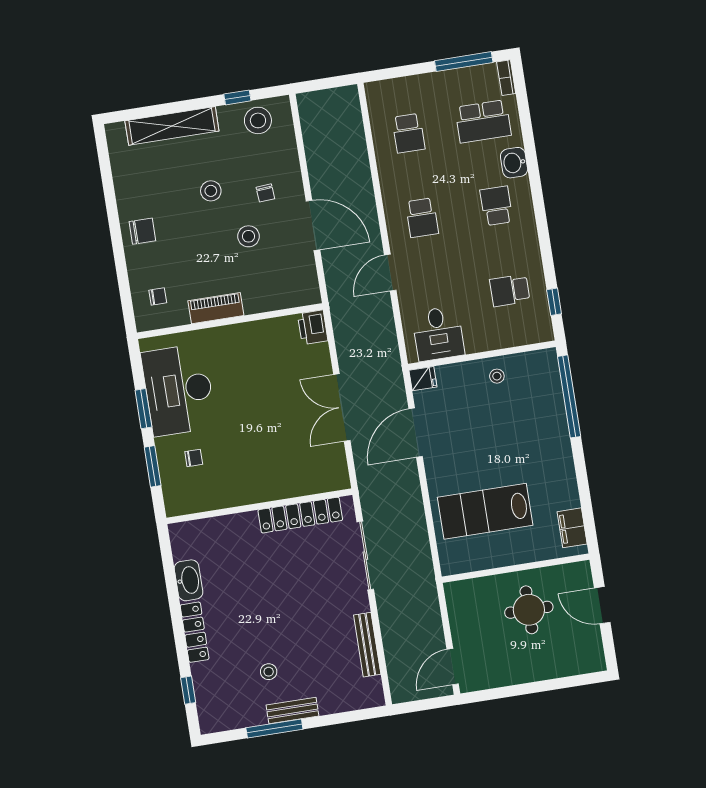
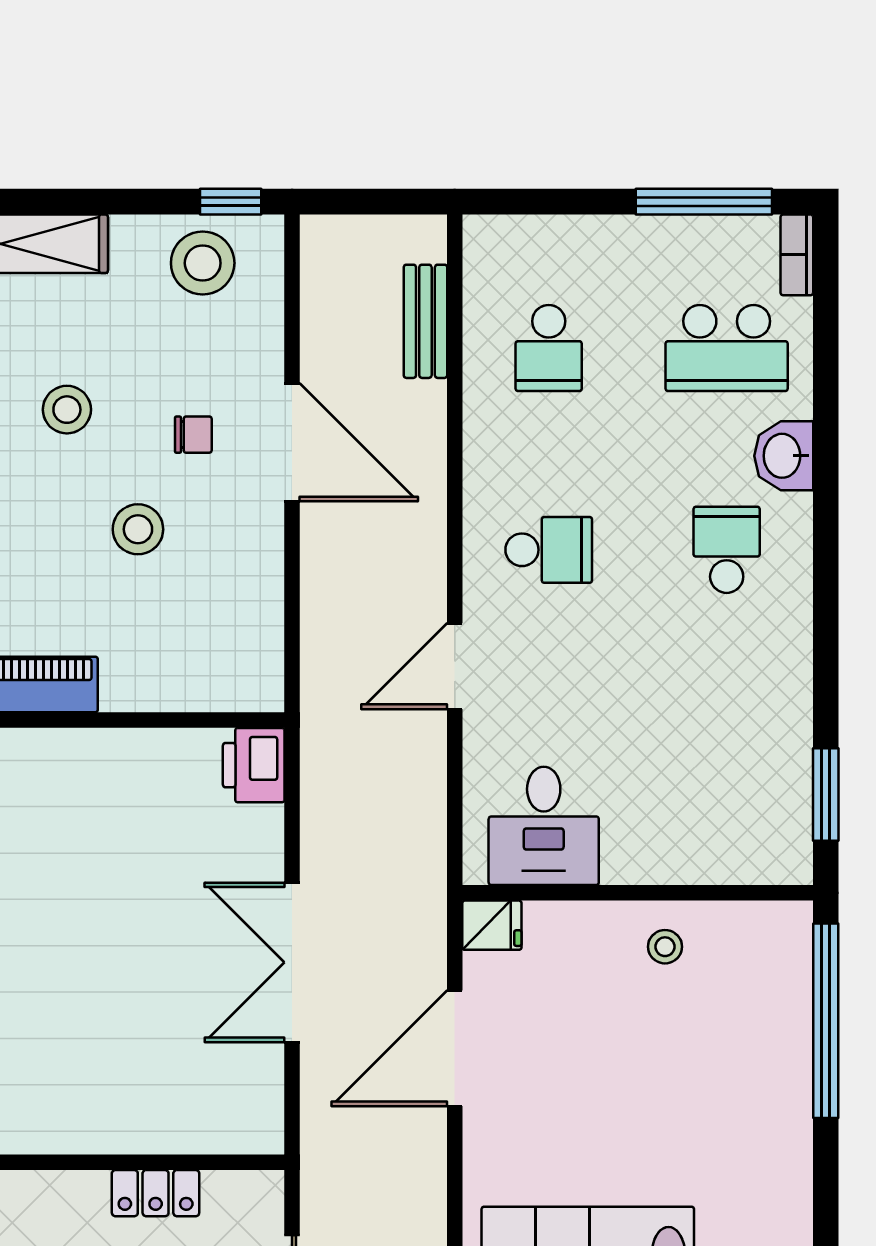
window: (237, 97) -> (231, 202), moved
bench: (355, 130) -> (425, 321), added
chair: (265, 193) -> (193, 435), turned -86
school desk: (422, 218) -> (549, 550), turned -90
door: (313, 225) -> (292, 442), moved
school desk: (510, 290) -> (727, 752), removed
window: (554, 302) -> (826, 795), width x1.50
locker: (300, 515) -> (156, 1193), width x0.46, depth x0.83

